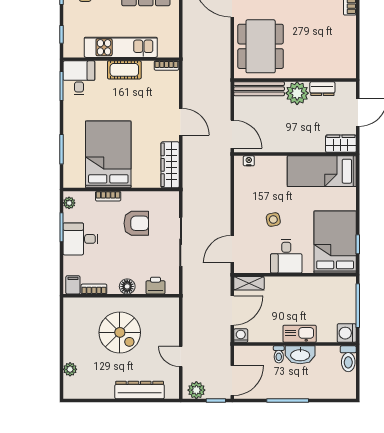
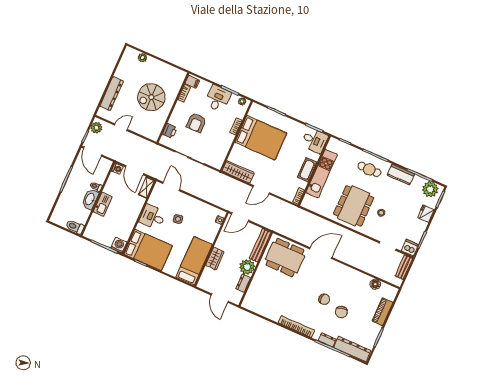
wardrobe: (341, 144) -> (215, 258), moved
armchair: (136, 223) -> (196, 123), moved
floor lamp: (127, 286) -> (177, 114), removed
washing machine: (347, 333) -> (119, 245), moved

